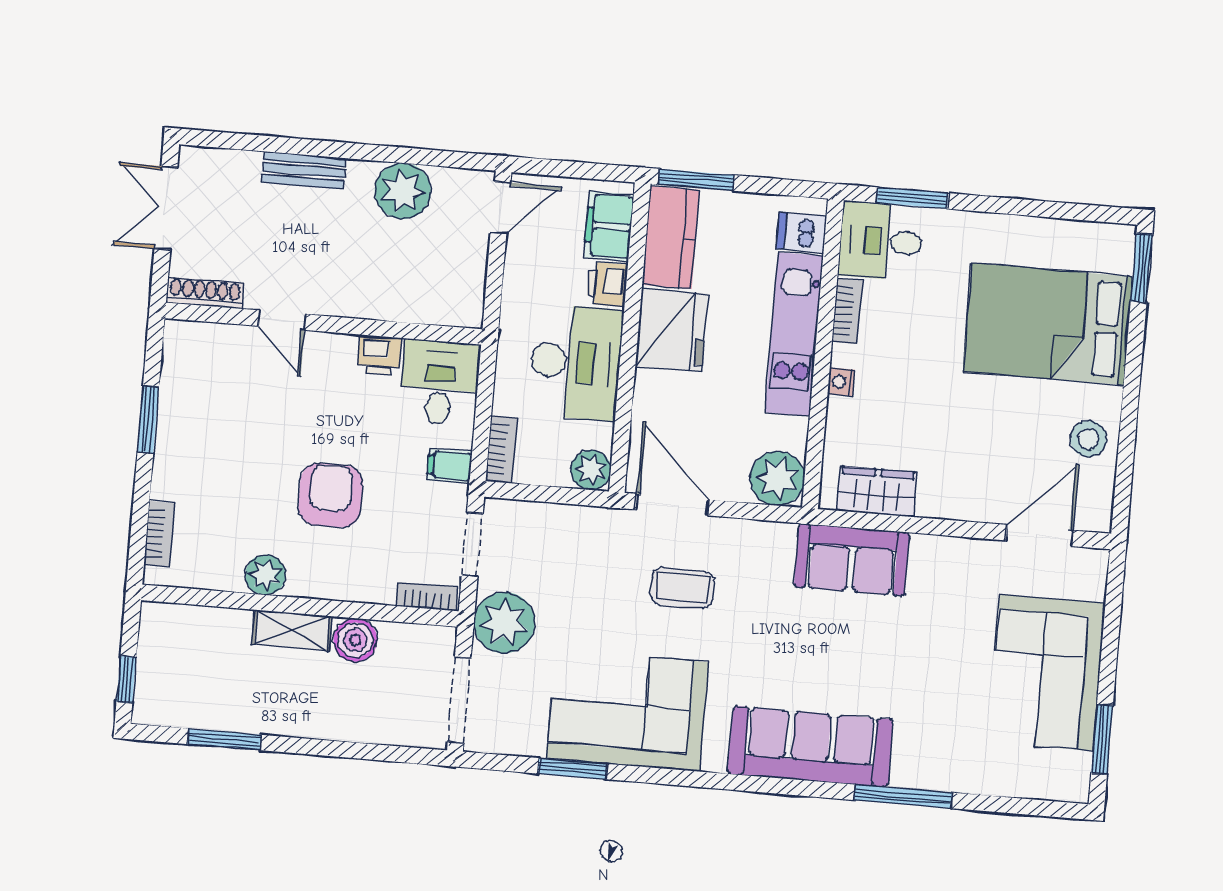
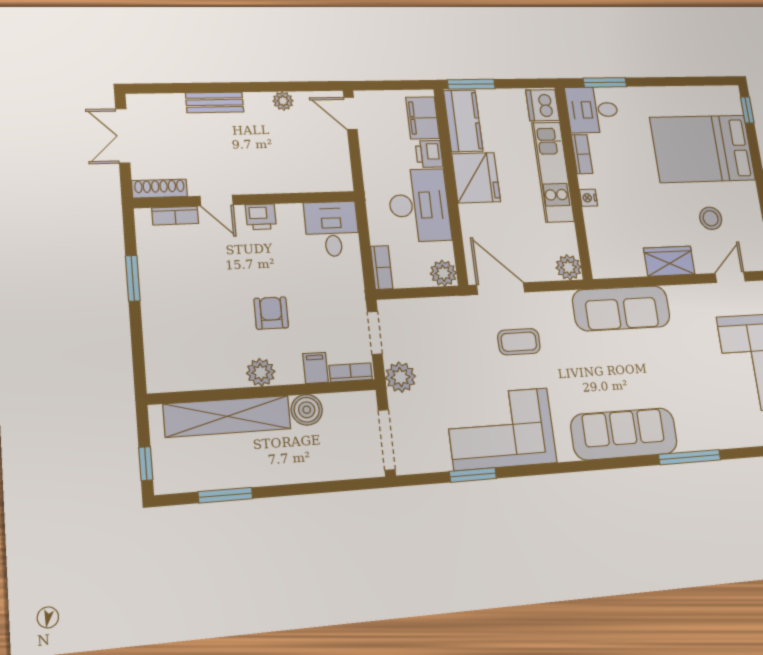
plant: (403, 191) -> (283, 101), width x0.53, depth x0.53
door: (501, 208) -> (350, 113), swing flipped
dishwasher: (801, 232) -> (543, 105), width x1.38
window: (1141, 268) -> (747, 110), width x0.67
printer: (379, 355) -> (261, 217), moved
stool: (1088, 439) -> (711, 218), moved
filing cabinet: (449, 466) -> (316, 368), moved, turned 90
plant: (777, 478) -> (569, 267), width x0.73, depth x0.73
wardrobe: (877, 492) -> (669, 261), moved
armchair: (330, 495) -> (271, 313), width x0.72, depth x0.72
bookcase: (159, 534) -> (175, 216), moved, turned 90
door: (1039, 536) -> (730, 277), width x0.73
sofa: (852, 560) -> (621, 308), width x1.36
plant: (265, 575) -> (261, 372), moved
plant: (504, 623) -> (400, 377), width x0.73, depth x0.73
shelving: (292, 630) -> (227, 416), width x2.20, depth x1.33

